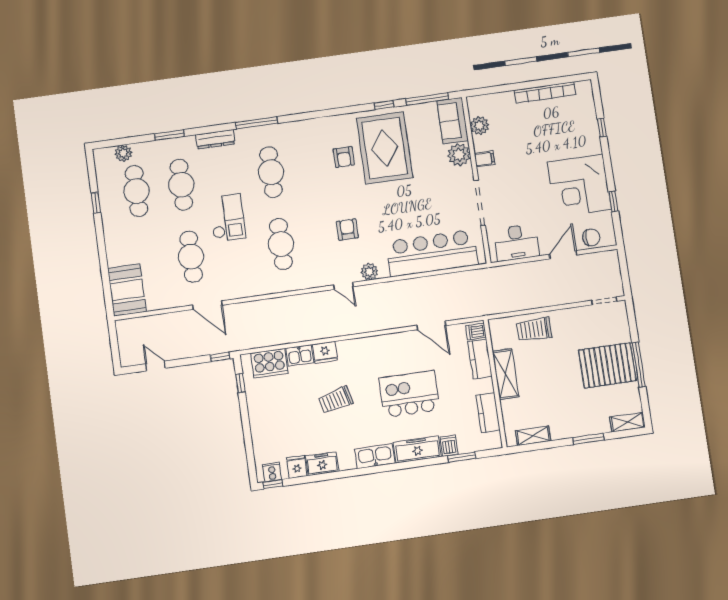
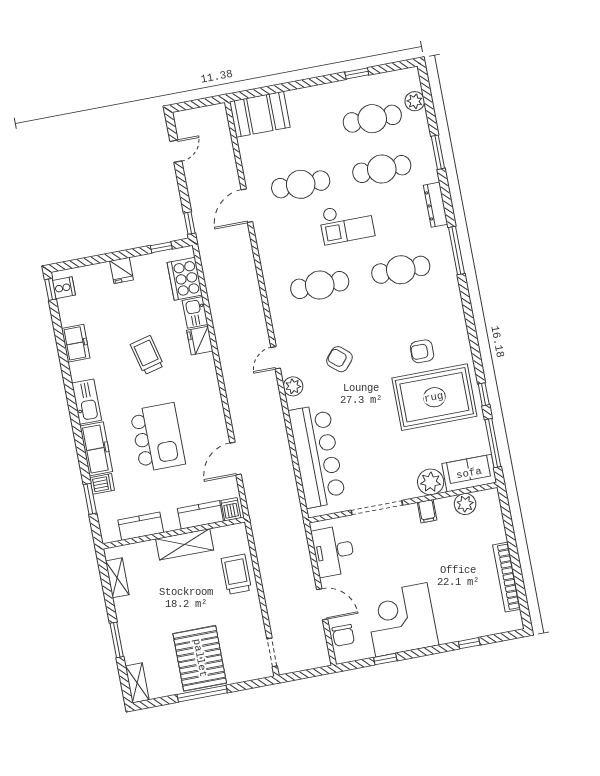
armchair: (347, 230) -> (339, 359), turned -140
fridge: (297, 467) -> (122, 270), moved, turned 90

